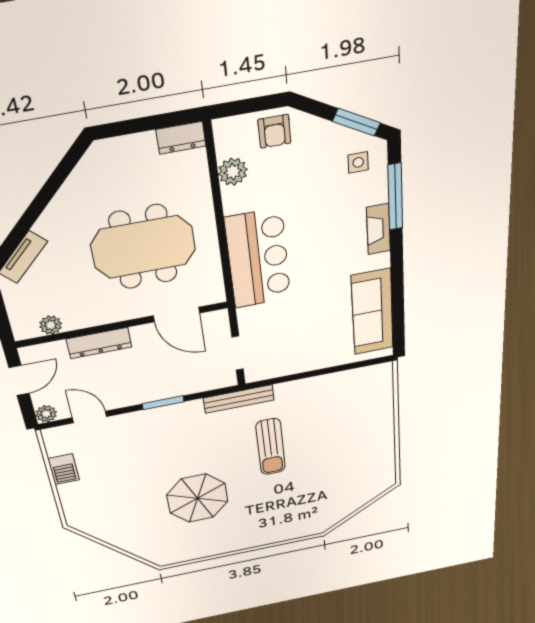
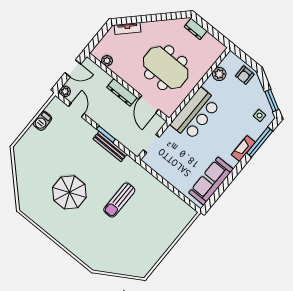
dresser: (181, 138) -> (196, 29), moved
dresser: (99, 343) -> (122, 92), moved
bench: (239, 399) -> (110, 147), moved

